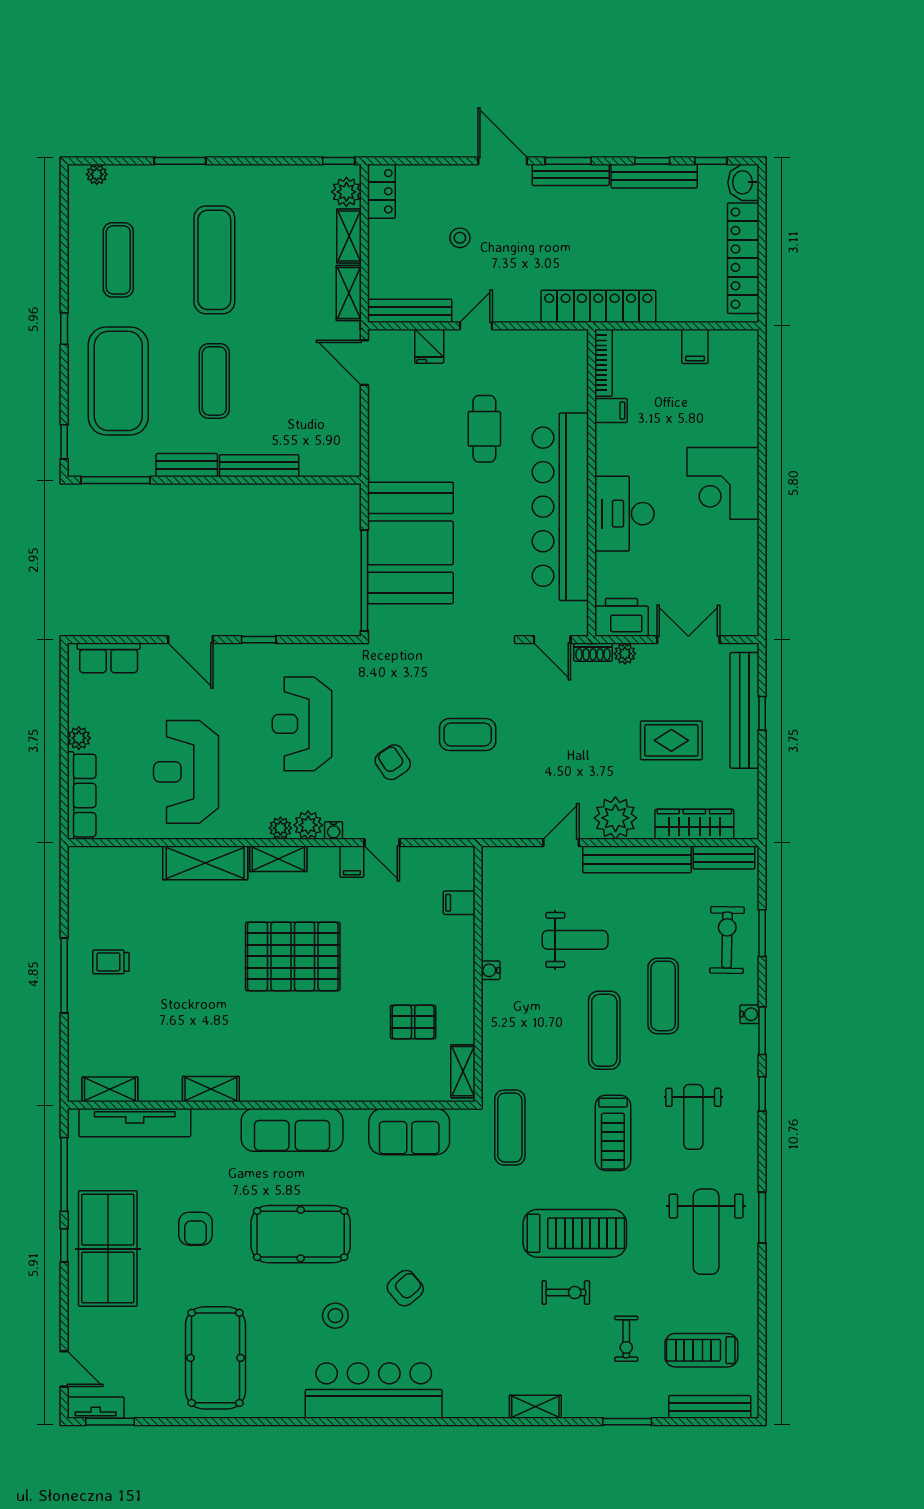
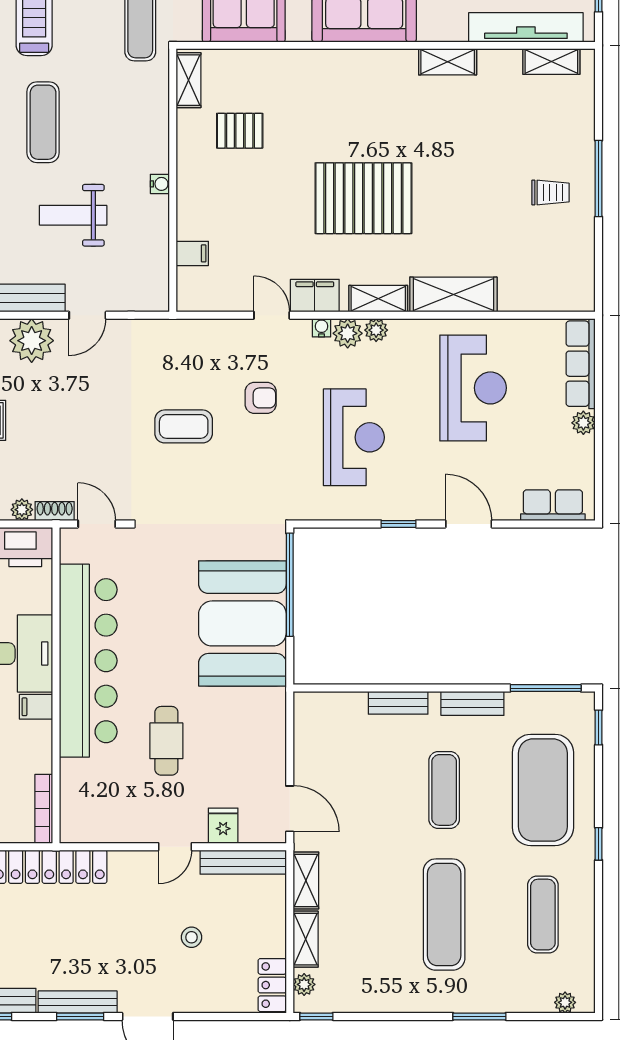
plant: (346, 192) -> (304, 984), width x0.73, depth x0.73
filing cabinet: (611, 411) -> (36, 707), moved
bench: (259, 466) -> (398, 703), width x0.73
armchair: (393, 762) -> (261, 398), turned -56
filing cabinet: (352, 862) -> (315, 296), width x2.00

